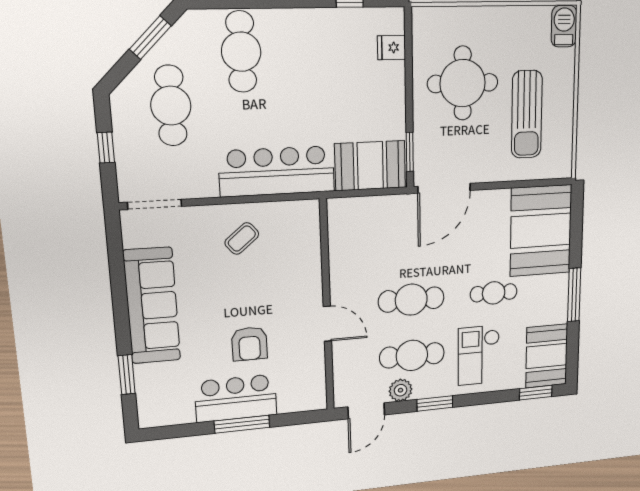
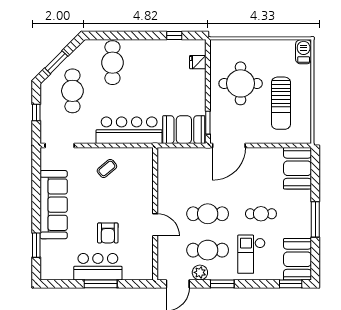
window: (150, 38) -> (56, 62), moved
booth: (541, 231) -> (298, 168), width x0.73, depth x0.70

